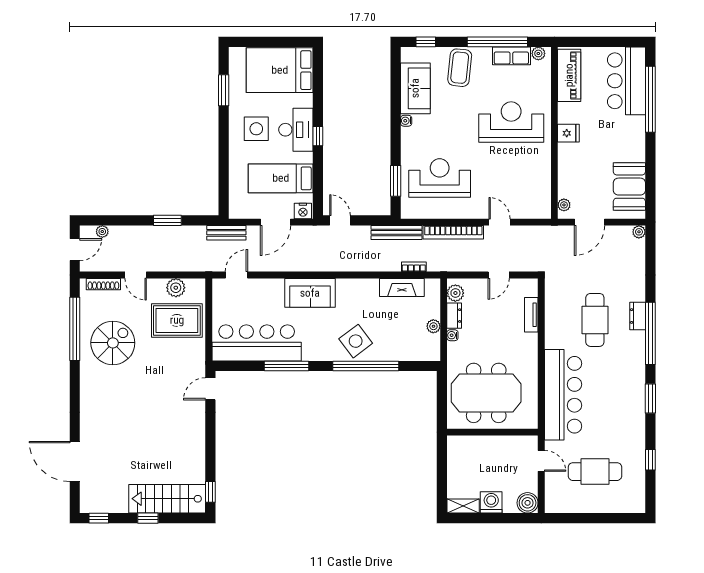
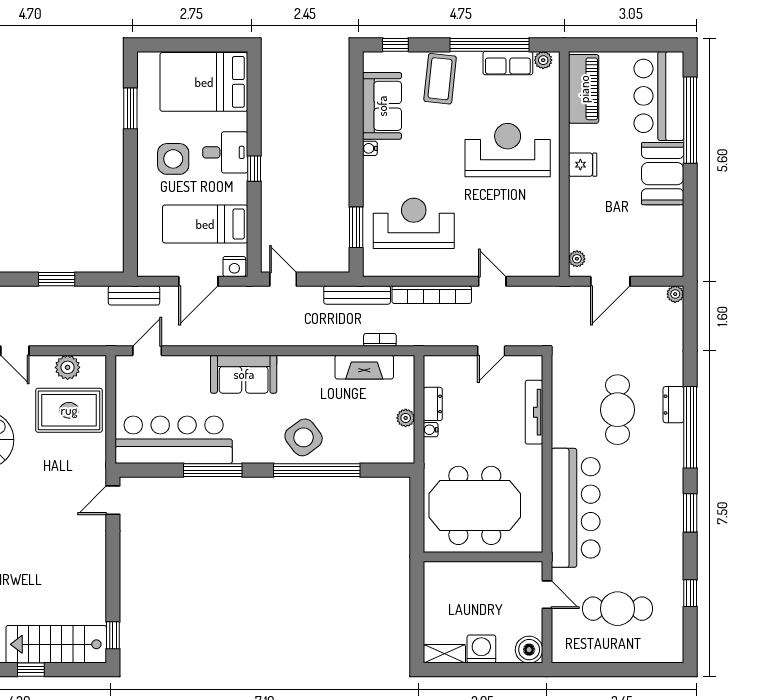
desk: (296, 130) -> (225, 152), width x0.73
booth: (629, 187) -> (663, 174), moved
plant: (455, 293) -> (434, 374), removed
tv unit: (531, 315) -> (534, 412), width x1.41

